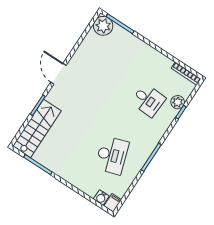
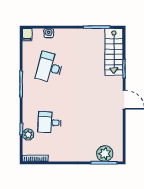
plant: (103, 26) -> (105, 154), moved
desk: (112, 155) -> (49, 67), turned 33
water cooler: (101, 198) -> (49, 33), moved

